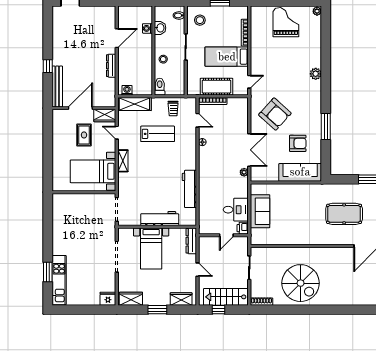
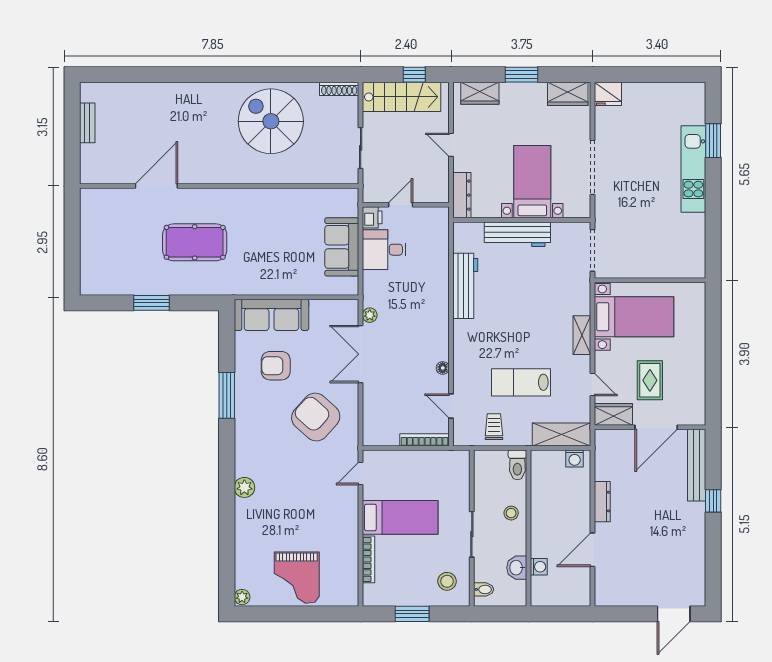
cot: (216, 87) -> (418, 465), removed
kitchen unit: (59, 280) -> (693, 169), moved

